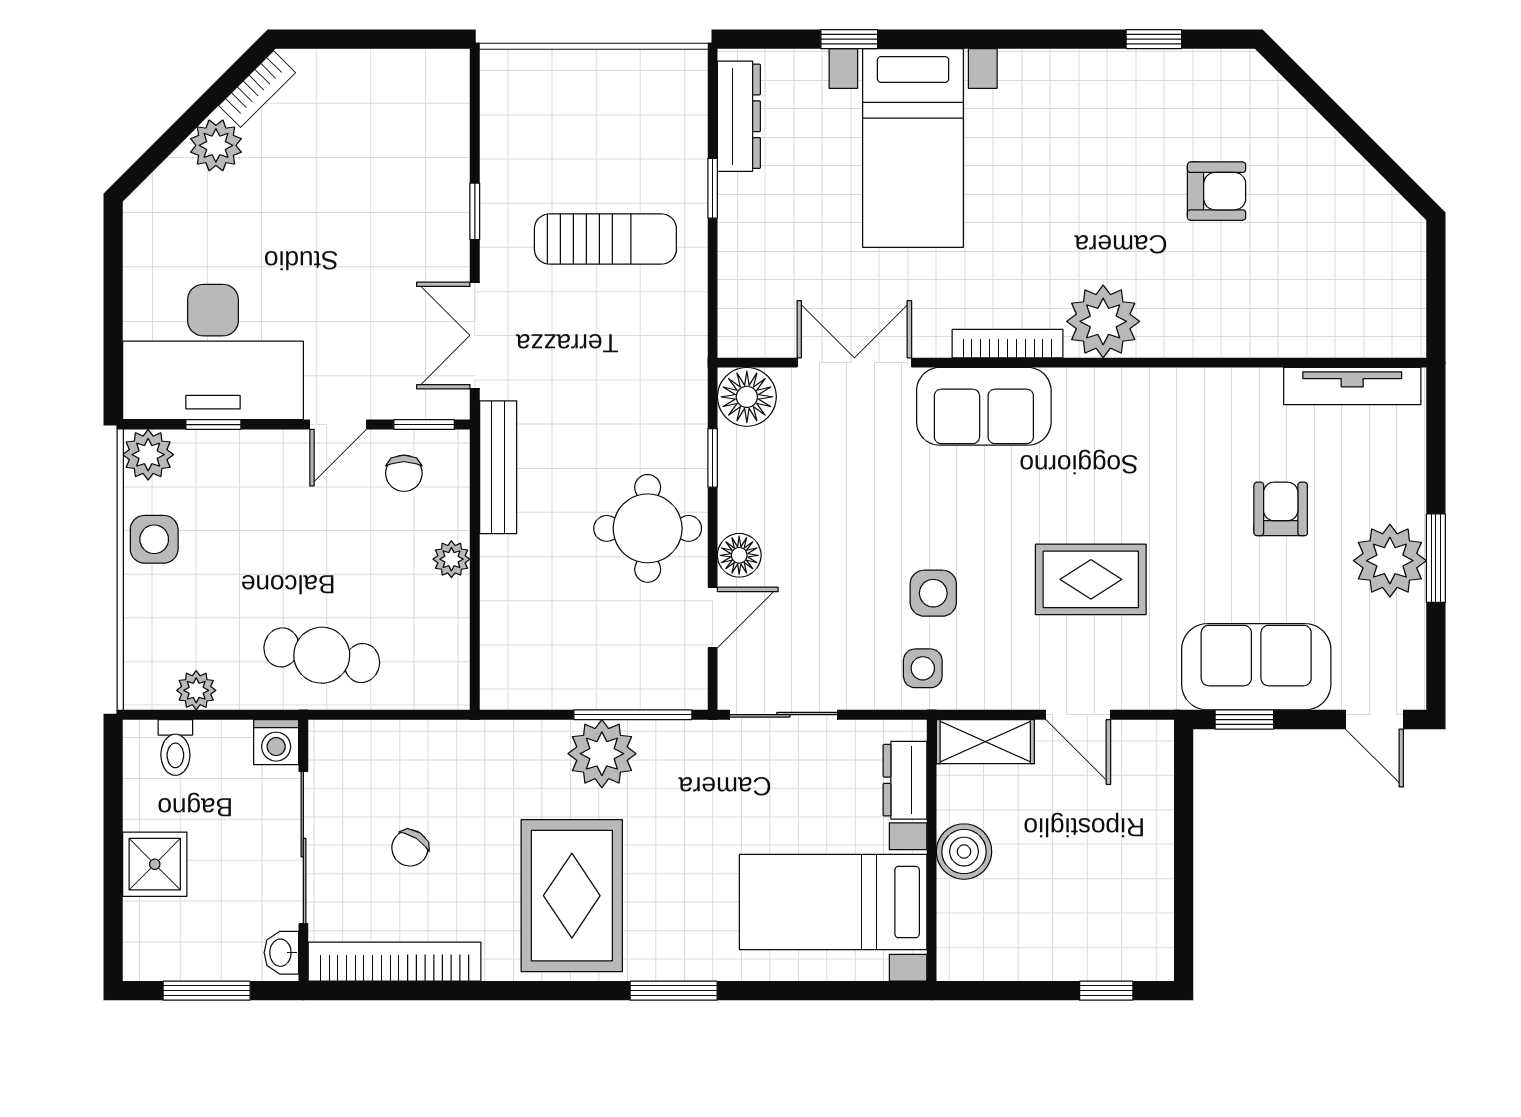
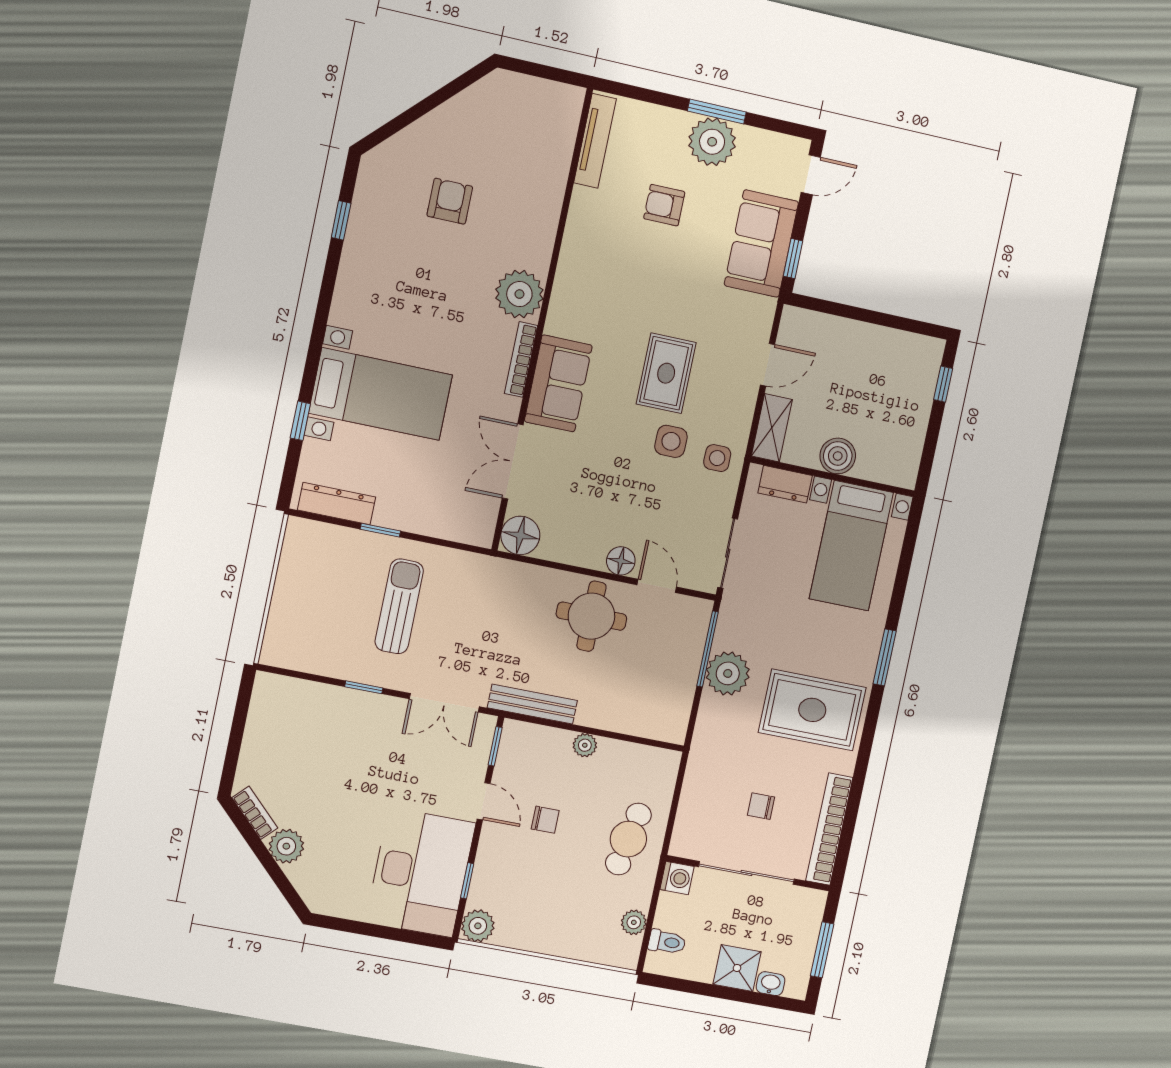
window: (713, 458) -> (555, 565), removed
chair: (404, 473) -> (545, 820), moved
side table: (154, 539) -> (533, 932), removed
rug: (1091, 579) -> (666, 373), moved
chair: (410, 848) -> (761, 806), turned 147
washbasin: (281, 953) -> (771, 984), moved, turned 180

